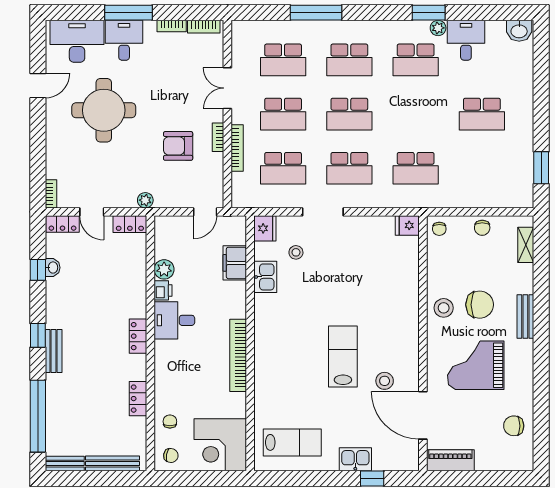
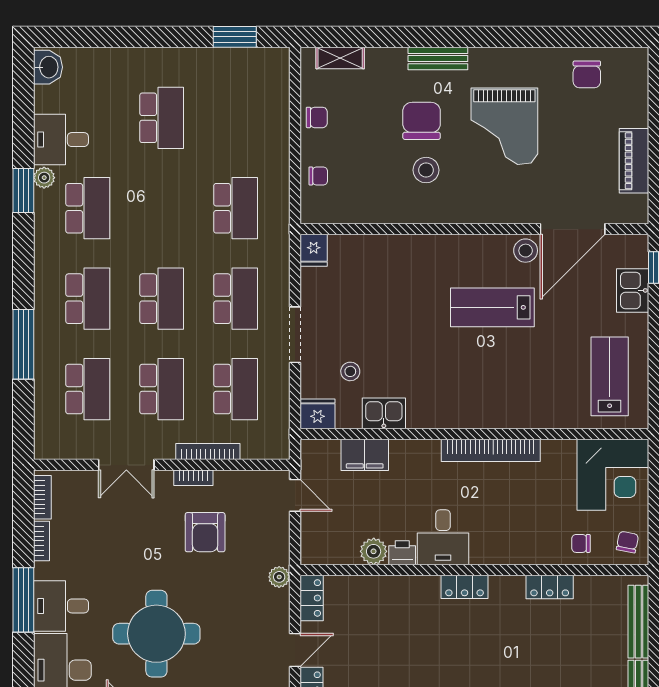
fridge: (407, 225) -> (314, 250), moved
wall: (423, 343) -> (474, 229), moved
door: (423, 415) -> (573, 229), moved

